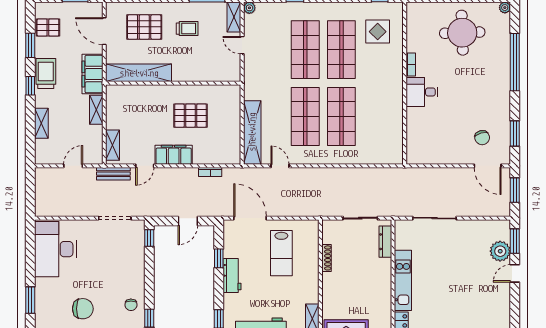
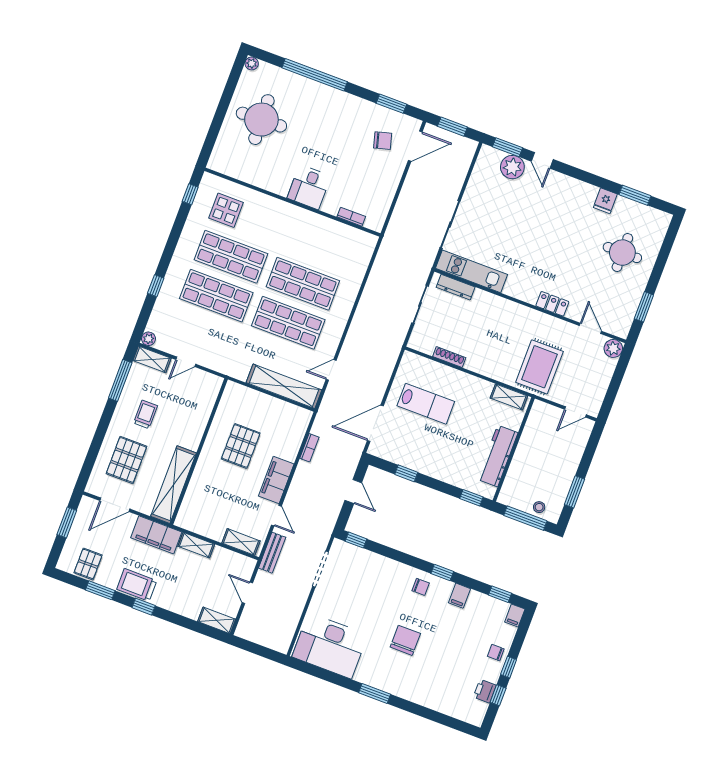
bookcase: (411, 65) -> (351, 217), moved
shelving: (41, 123) -> (217, 620), moved
workbench: (232, 276) -> (430, 466), removed
kitchen unit: (403, 280) -> (471, 271), moved

